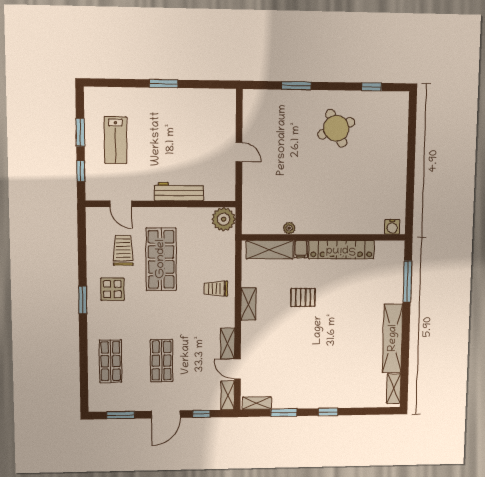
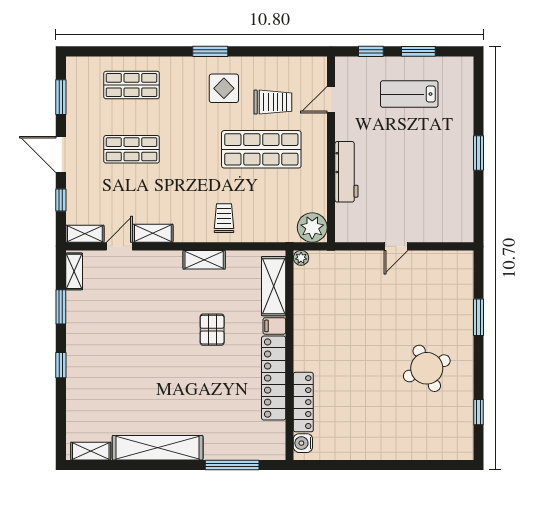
locker: (360, 226) -> (303, 402), added
plant: (289, 228) -> (301, 258), moved

